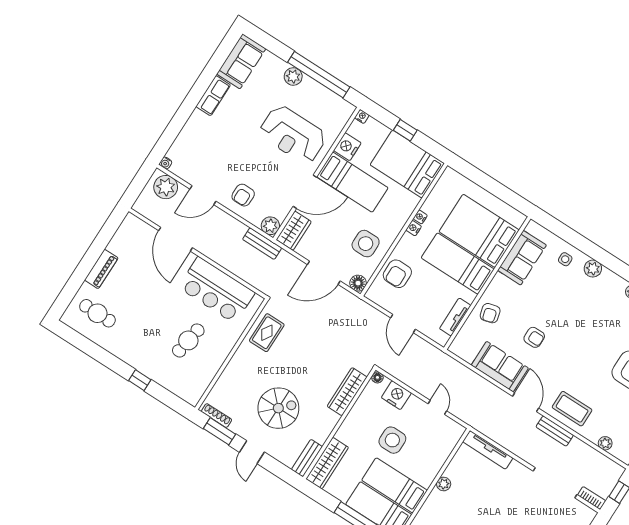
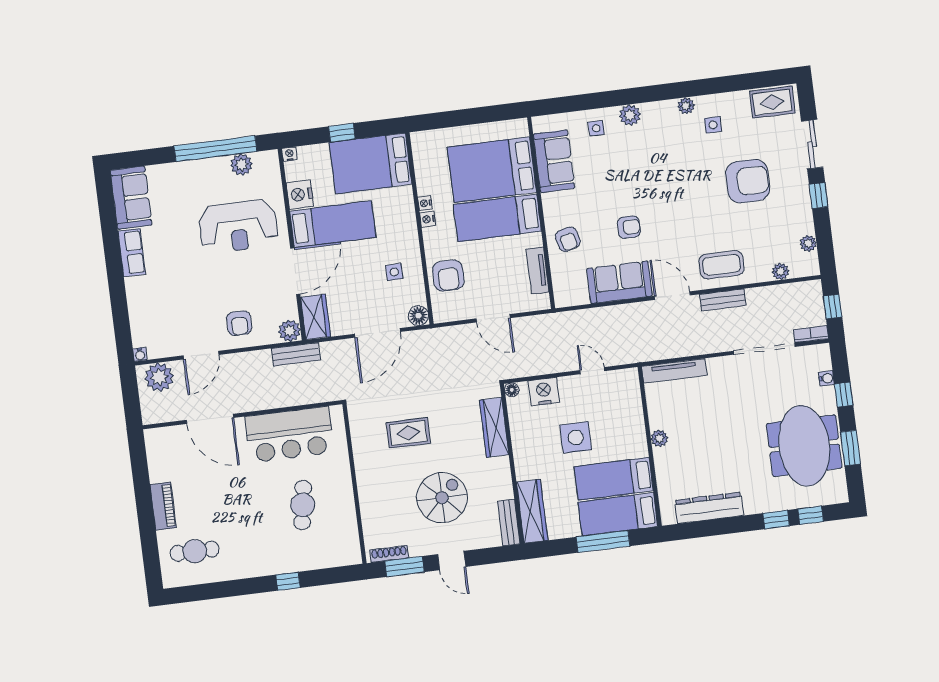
plant: (293, 76) -> (241, 165), moved
side table: (366, 244) -> (394, 272), width x0.54, depth x0.54
rug: (267, 333) -> (408, 433), moved, turned 90

